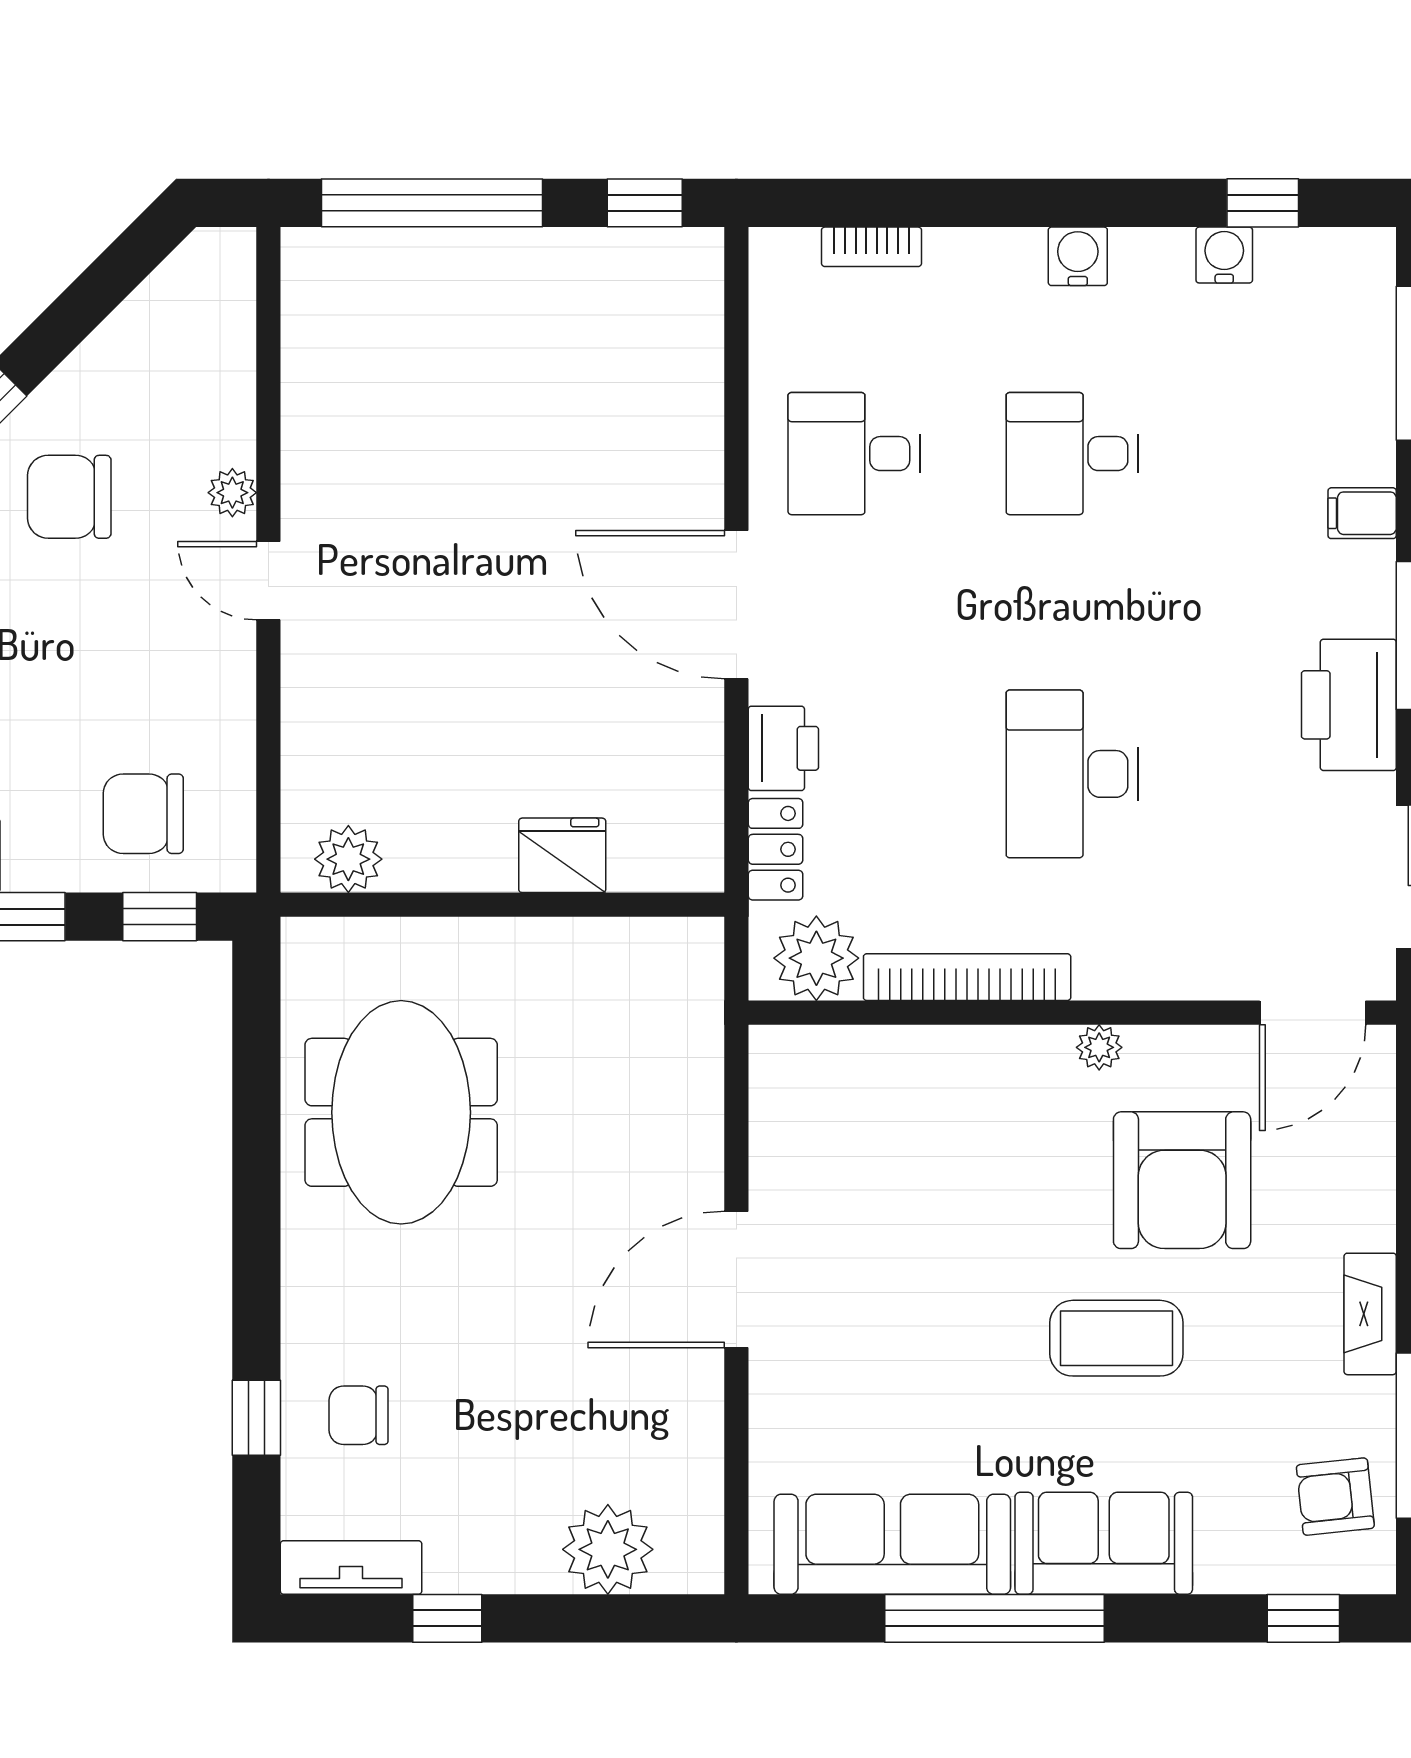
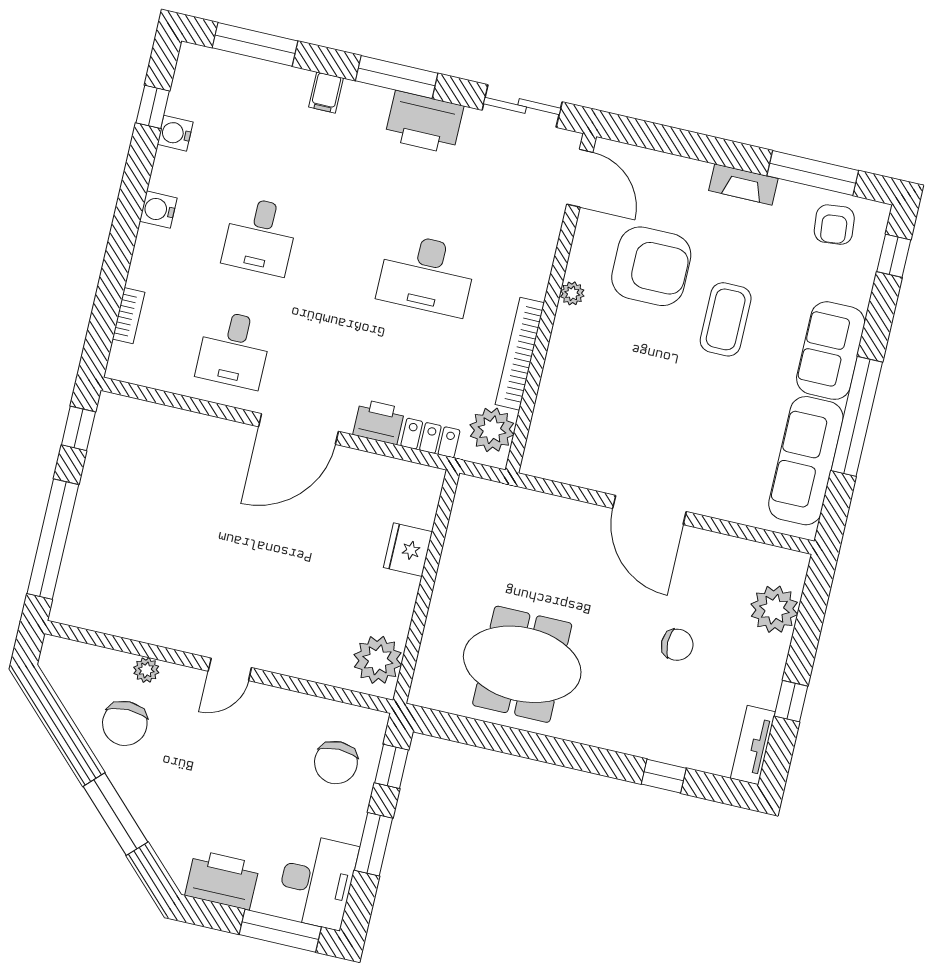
plant: (232, 493) -> (146, 670), moved
chair: (69, 497) -> (125, 723), moved
plant: (348, 859) -> (378, 660), width x1.36, depth x1.36
chair: (359, 1415) -> (677, 645), moved, turned -90

